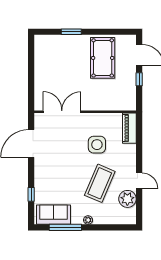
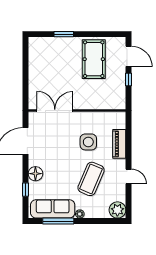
piano: (129, 128) -> (119, 144), moved
floor lamp: (42, 178) -> (35, 174), added
plant: (127, 199) -> (117, 210), moved
sofa: (54, 215) -> (53, 209), width x1.36

